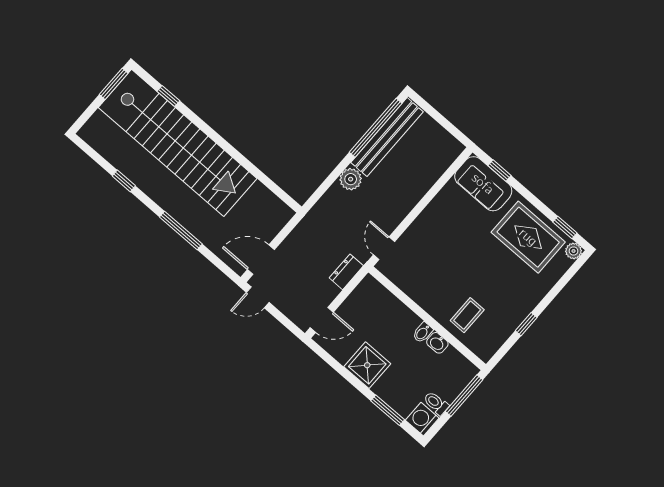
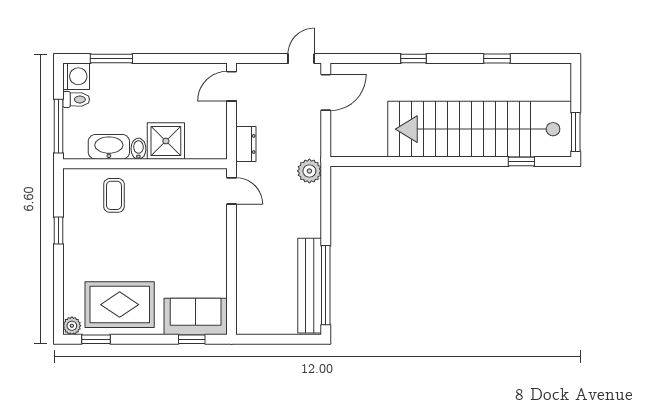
plant: (351, 179) -> (309, 171), moved
window: (181, 231) -> (413, 59), width x0.46
washbasin: (437, 343) -> (109, 147), width x1.91, depth x1.45
shower: (367, 365) -> (166, 141), moved

